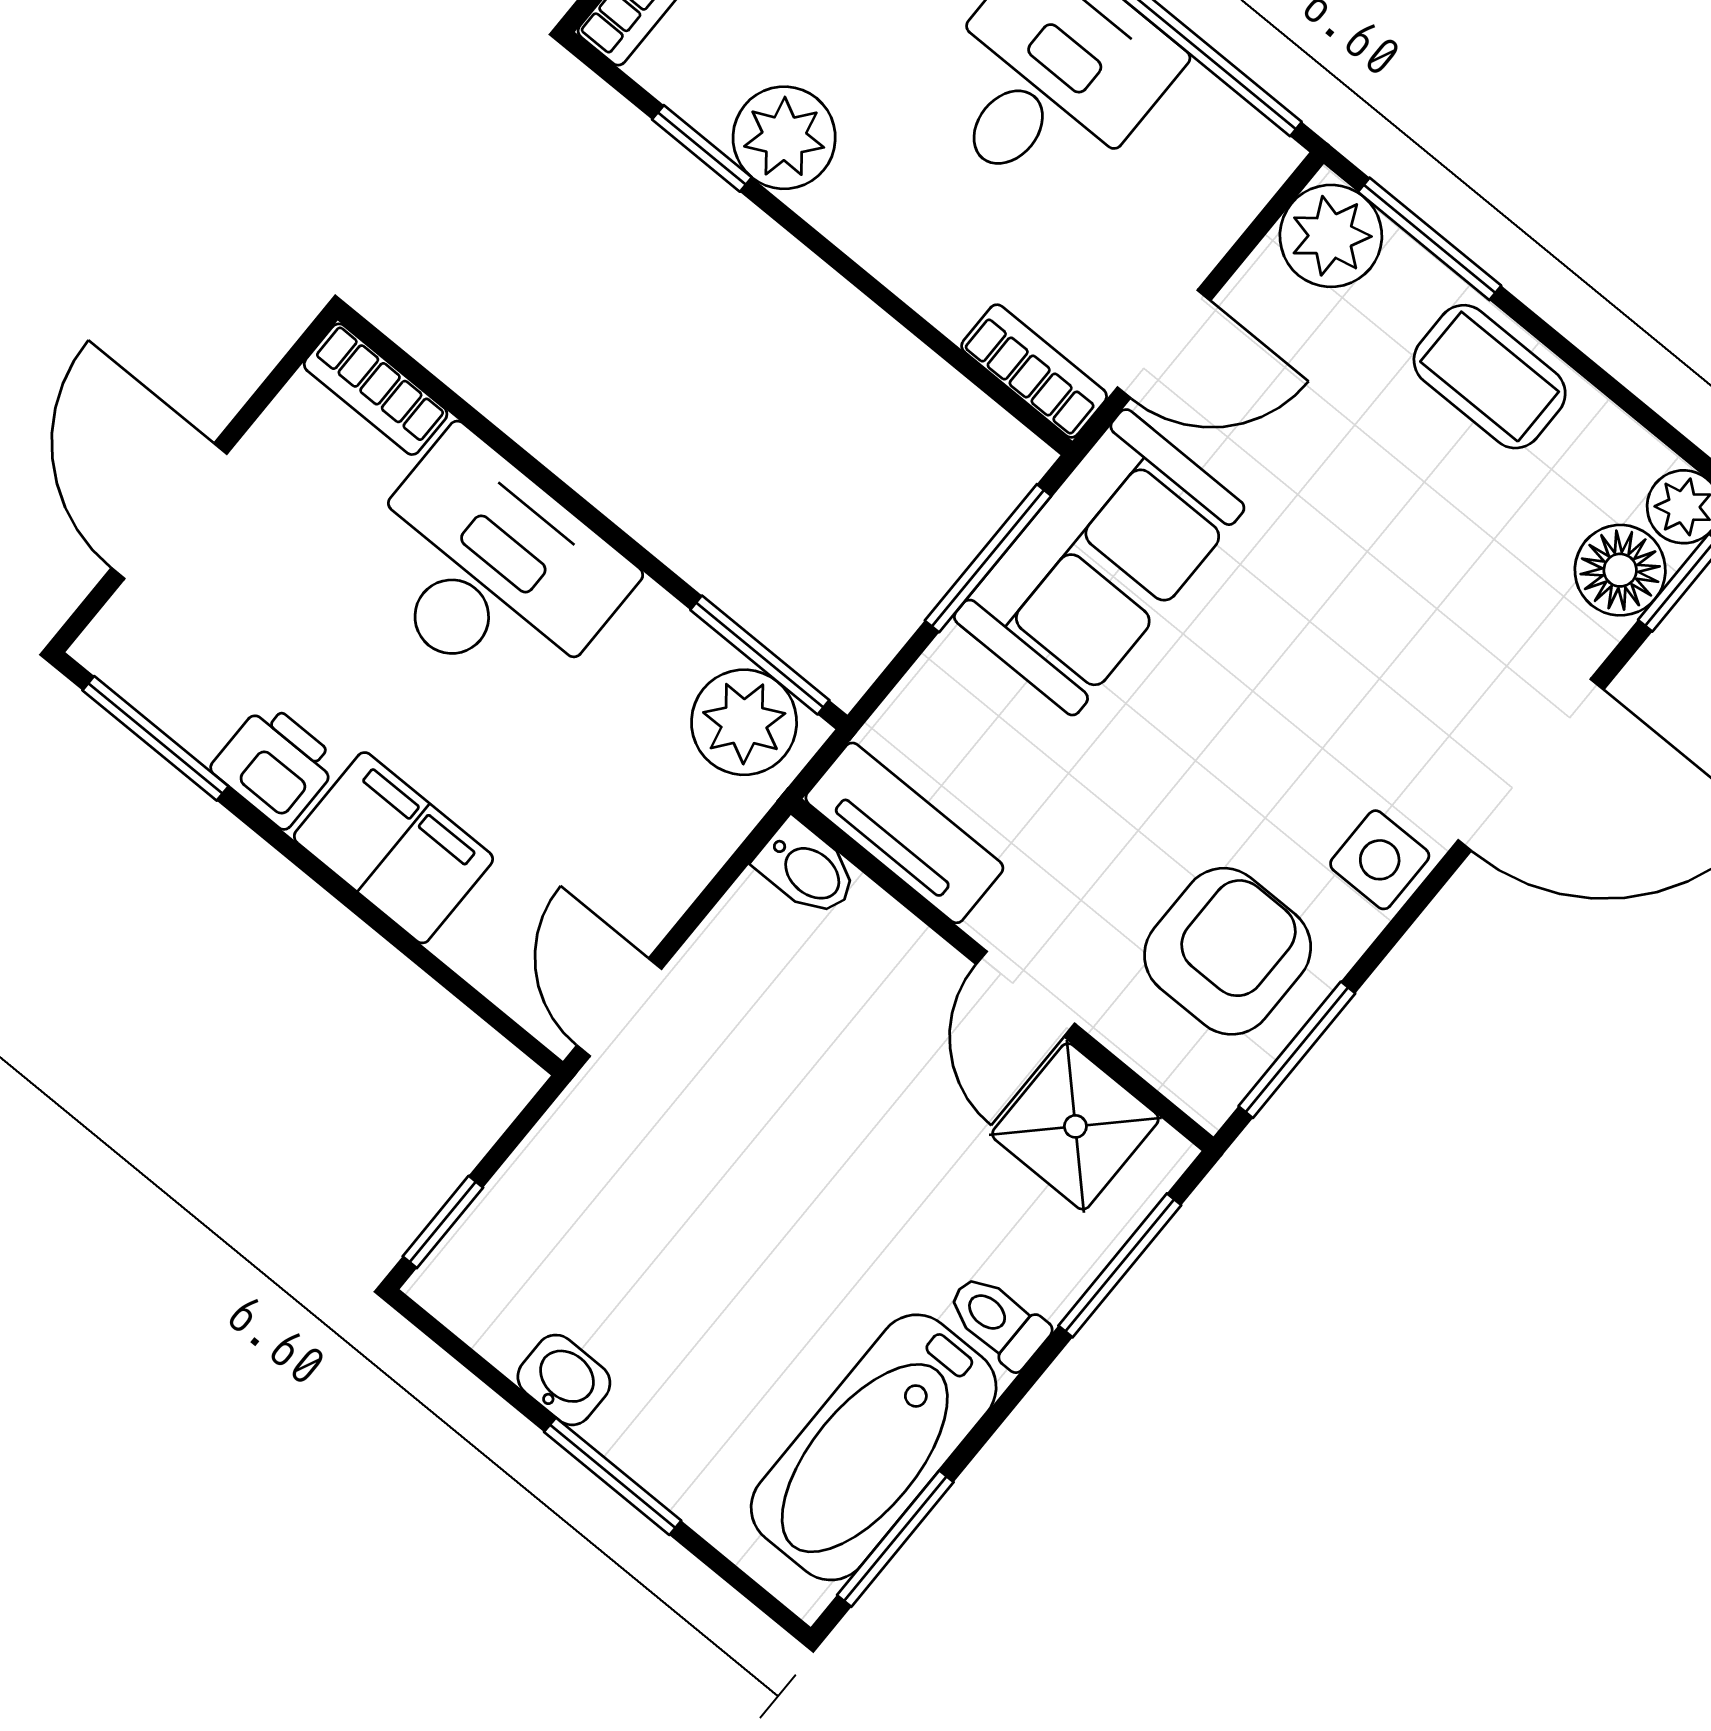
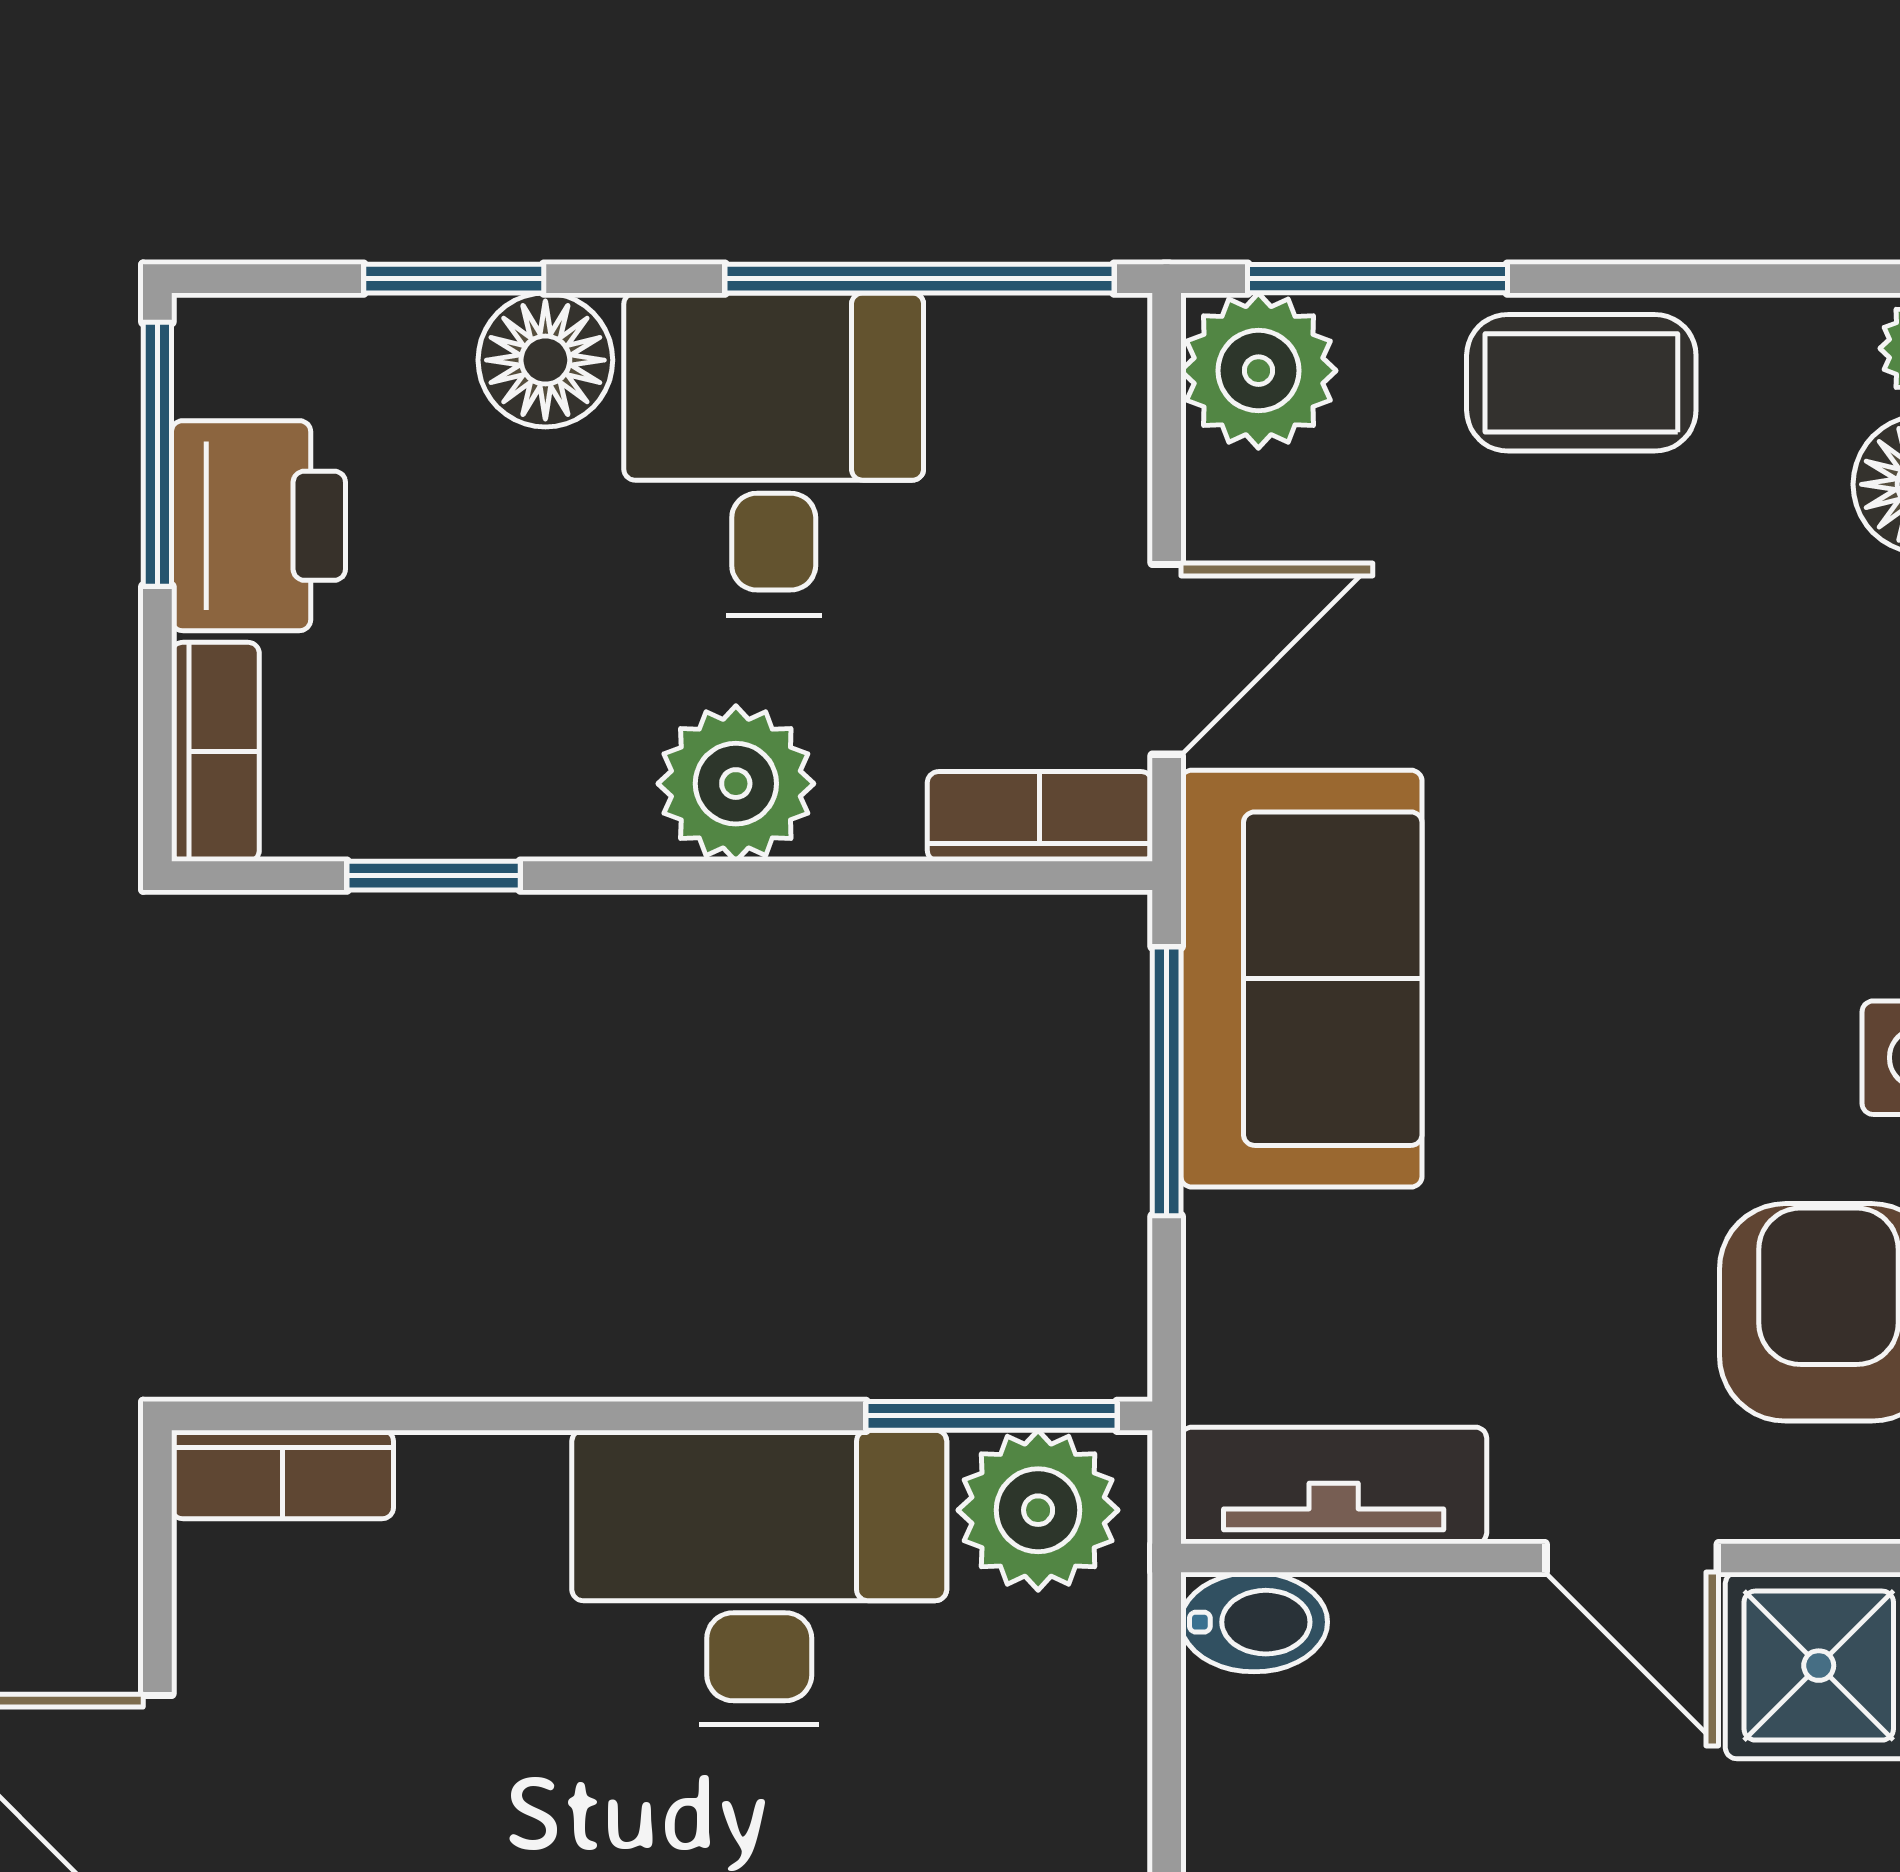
plant: (784, 138) -> (736, 784), moved
desk: (490, 570) -> (759, 1577), moved

